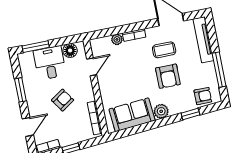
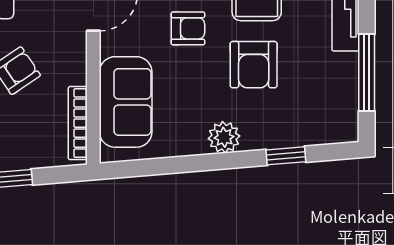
armchair: (203, 96) -> (188, 28), moved
sofa: (132, 115) -> (126, 102), moved, turned 95

